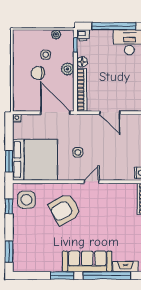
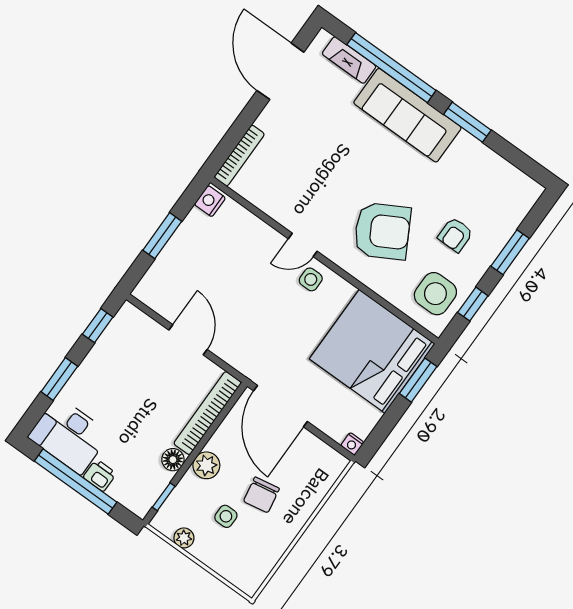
printer: (83, 35) -> (100, 475), moved
chair: (38, 73) -> (261, 495), turned 80
side table: (78, 152) -> (311, 279), moved
armchair: (35, 228) -> (455, 235), added
window: (9, 252) -> (510, 252), moved

